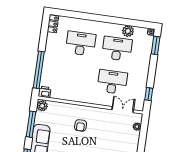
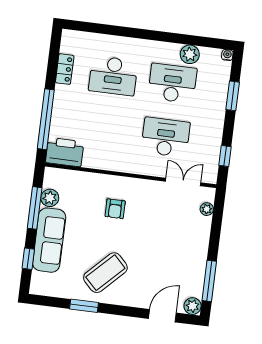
locker: (53, 24) -> (65, 69), moved
desk: (81, 44) -> (113, 76), turned 180
window: (156, 45) -> (233, 96), moved
printer: (45, 92) -> (65, 152), width x1.87, depth x1.48
plant: (42, 106) -> (50, 198), moved

